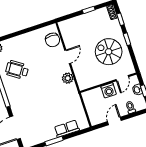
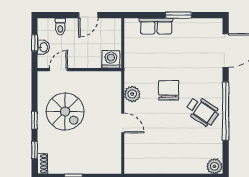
chair: (53, 40) -> (169, 90), moved
door: (68, 57) -> (123, 123), swing flipped
wheelchair: (17, 70) -> (202, 111), moved
washing machine: (109, 90) -> (111, 59), moved

